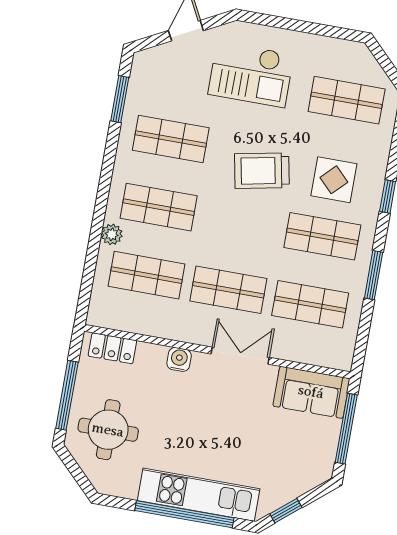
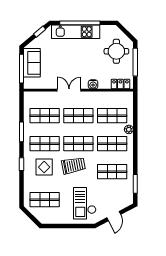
checkout: (251, 74) -> (85, 203), turned -90
shop shelf: (240, 222) -> (78, 144), added
double door: (240, 356) -> (69, 90), swing flipped
sofa: (311, 392) -> (32, 63), moved, turned 90

